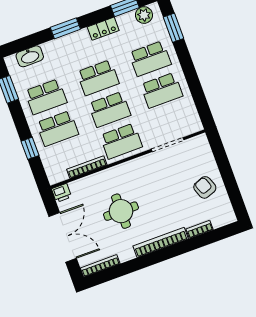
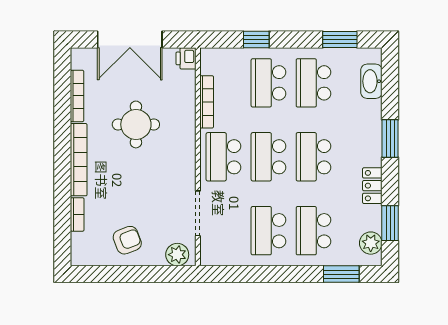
plant: (202, 148) -> (177, 255), added
bookcase: (100, 266) -> (77, 96), moved

